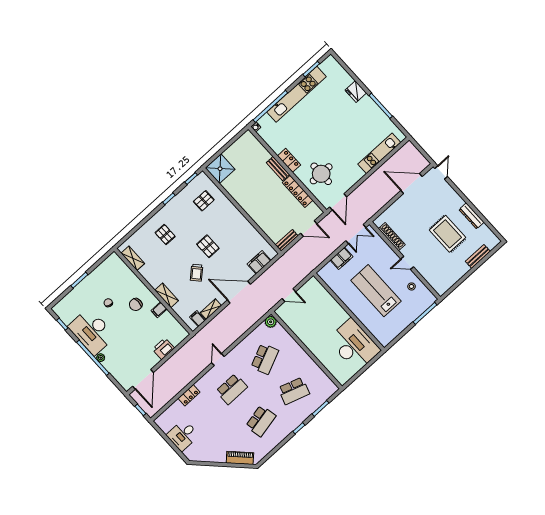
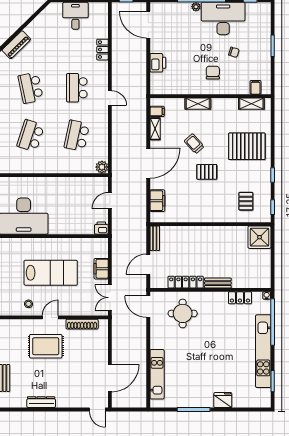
locker: (289, 160) -> (240, 298), moved
rug: (448, 234) -> (46, 346), moved
pallet: (165, 235) -> (247, 146), width x2.05, depth x2.00
printer: (313, 284) -> (101, 228), added
filing cabinet: (159, 310) -> (256, 87), moved
school desk: (265, 359) -> (77, 136), turned 36

